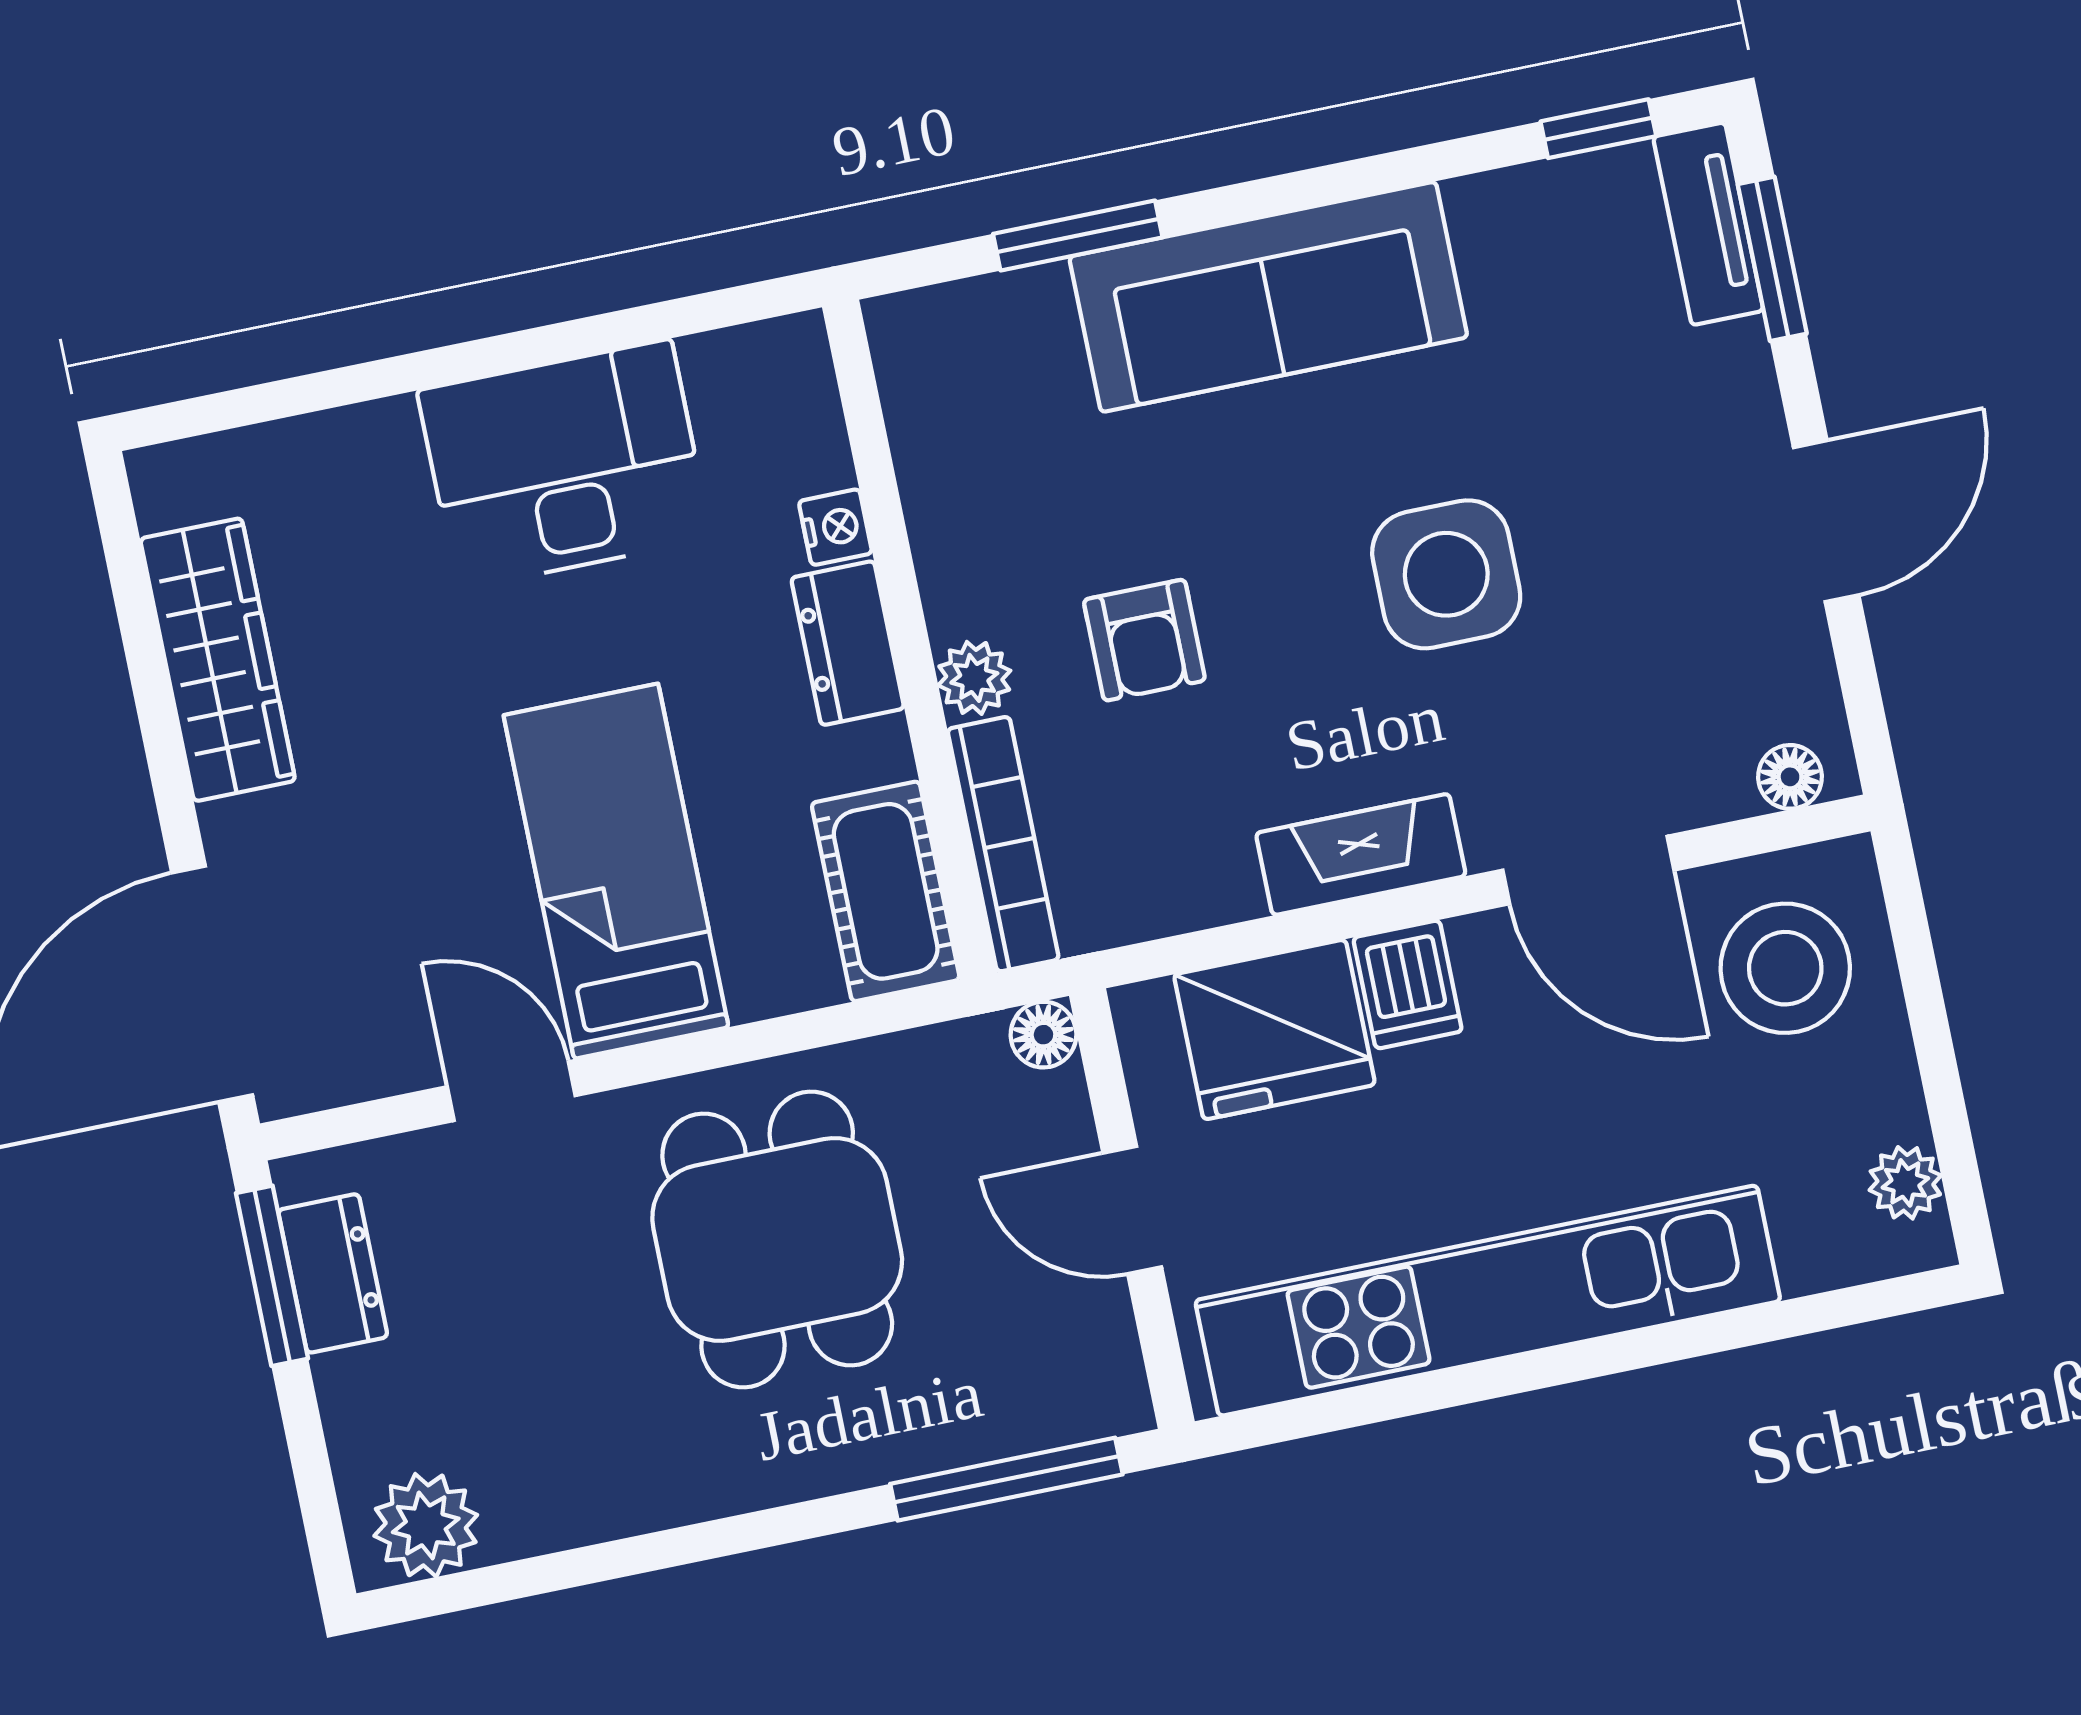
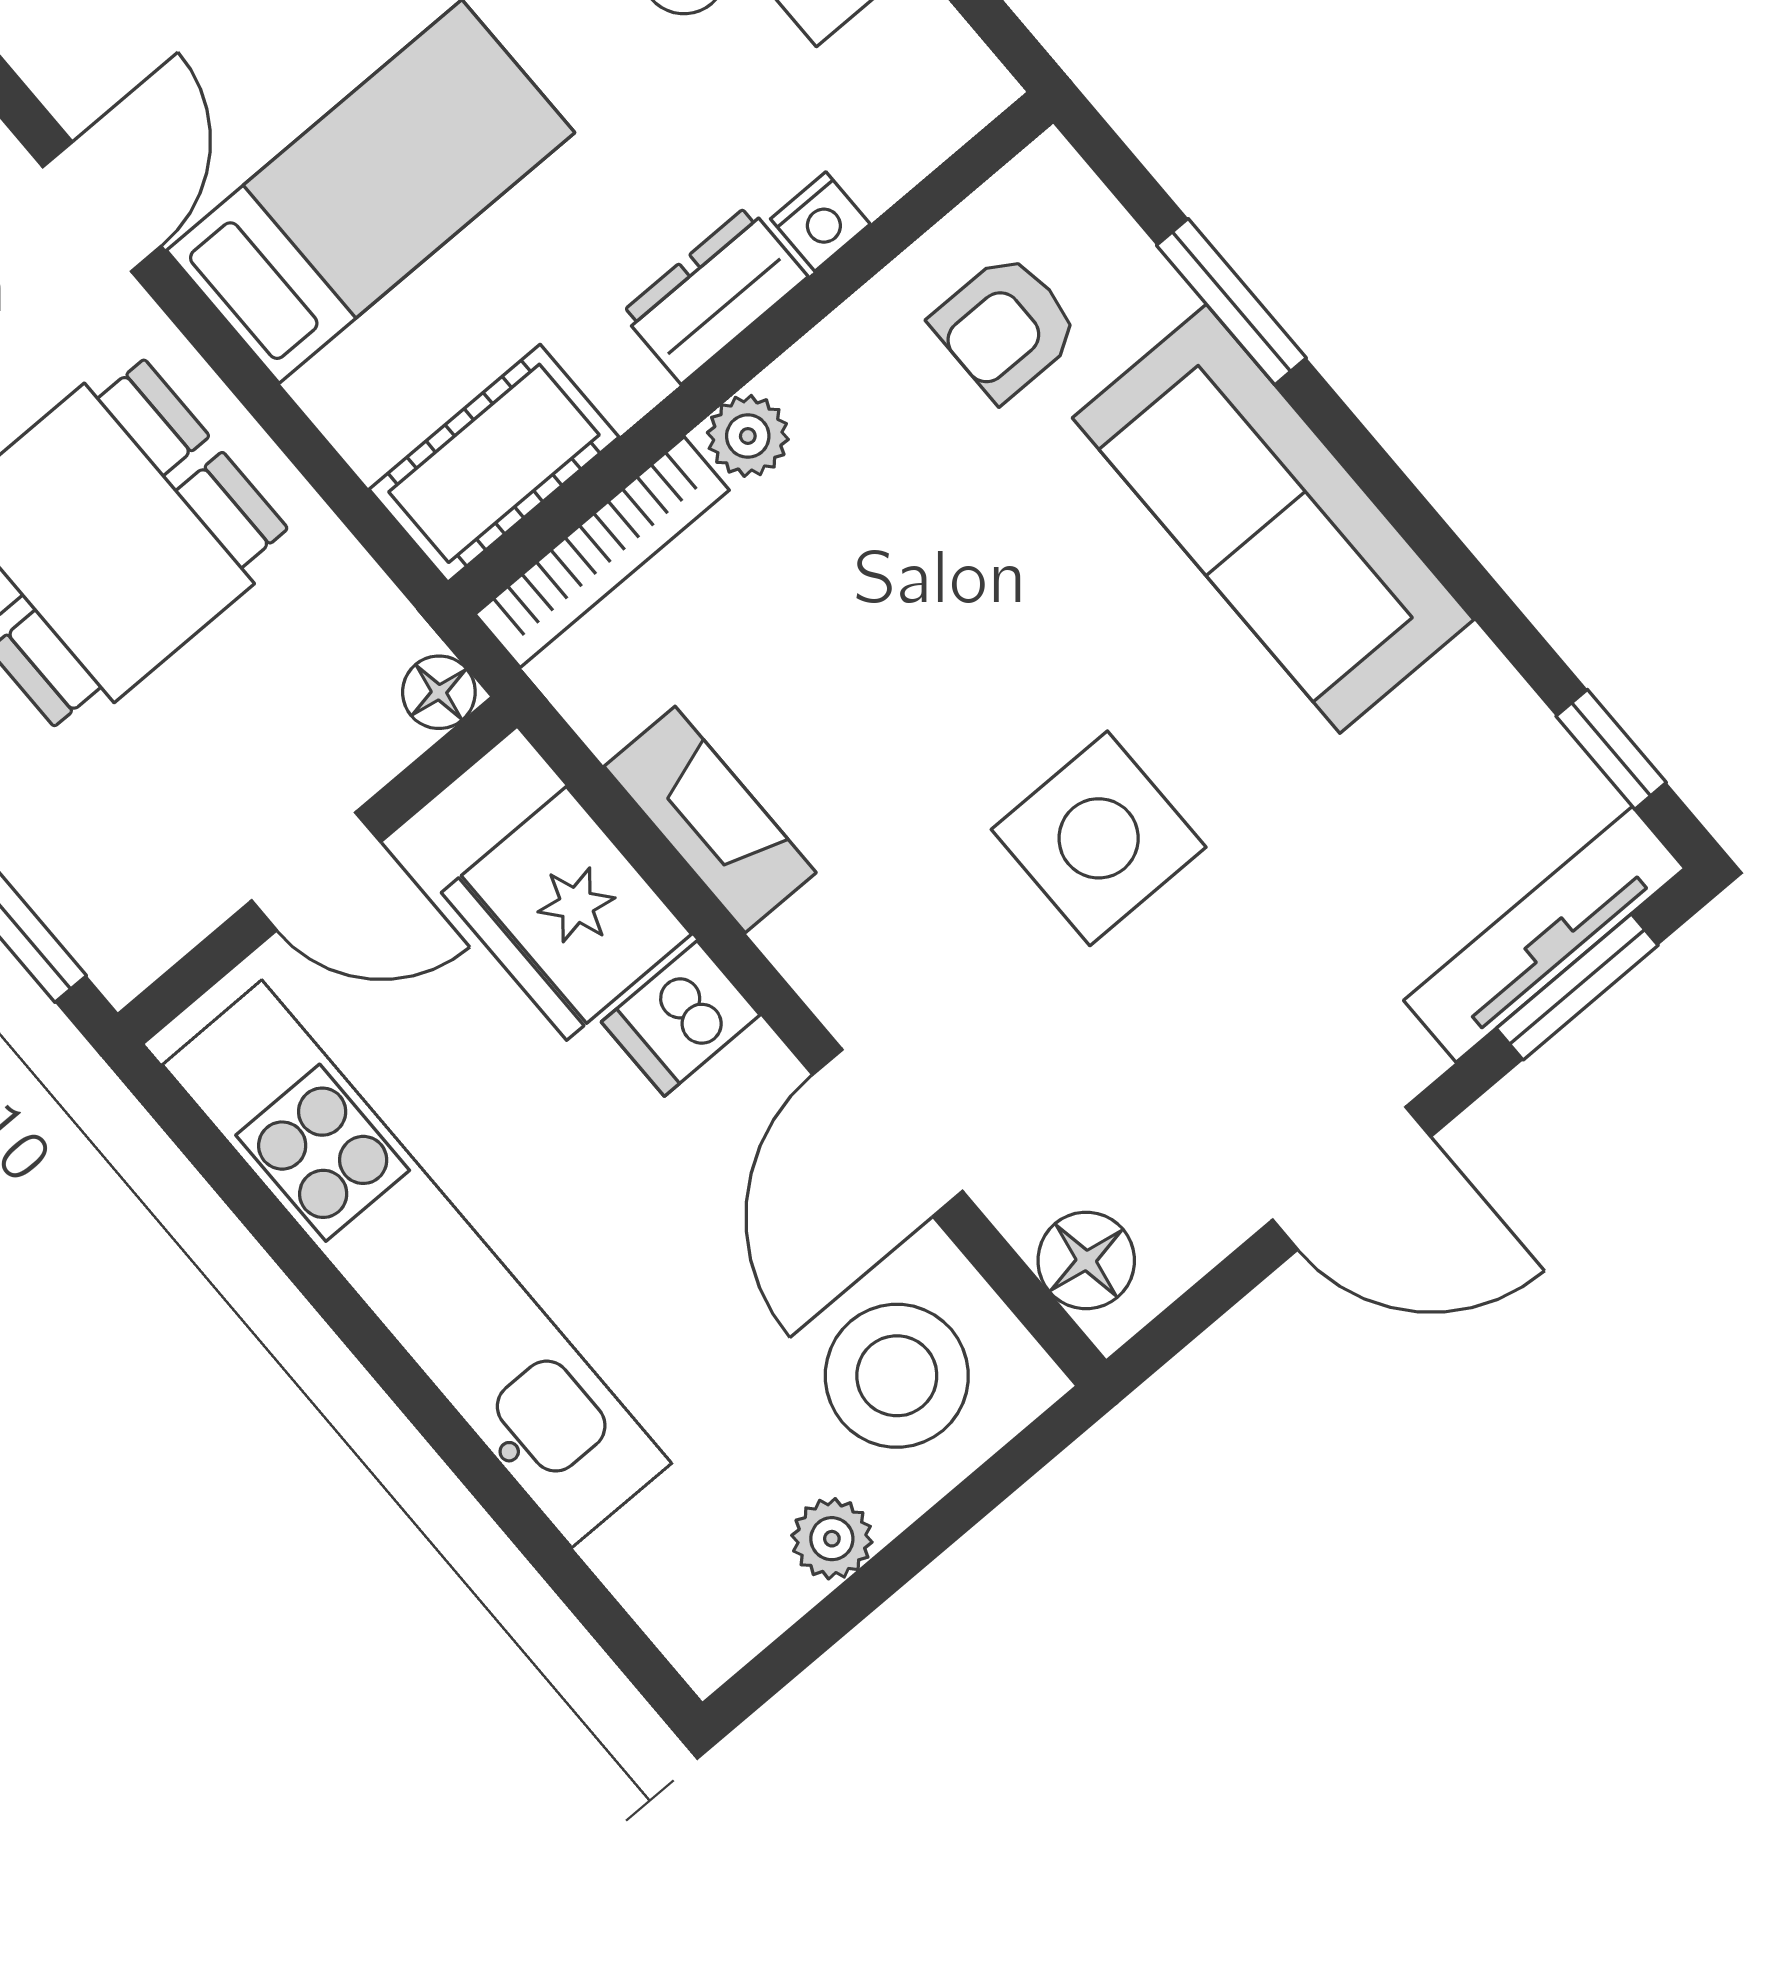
tv unit: (1708, 224) -> (1544, 934), width x1.41
armchair: (1144, 640) -> (1006, 327), moved
floor lamp: (1790, 777) -> (1086, 1260), width x1.37, depth x1.37
fireplace: (1361, 854) -> (710, 820), moved
plant: (1905, 1183) -> (832, 1539), moved
door: (1132, 1210) -> (316, 871), swing flipped

